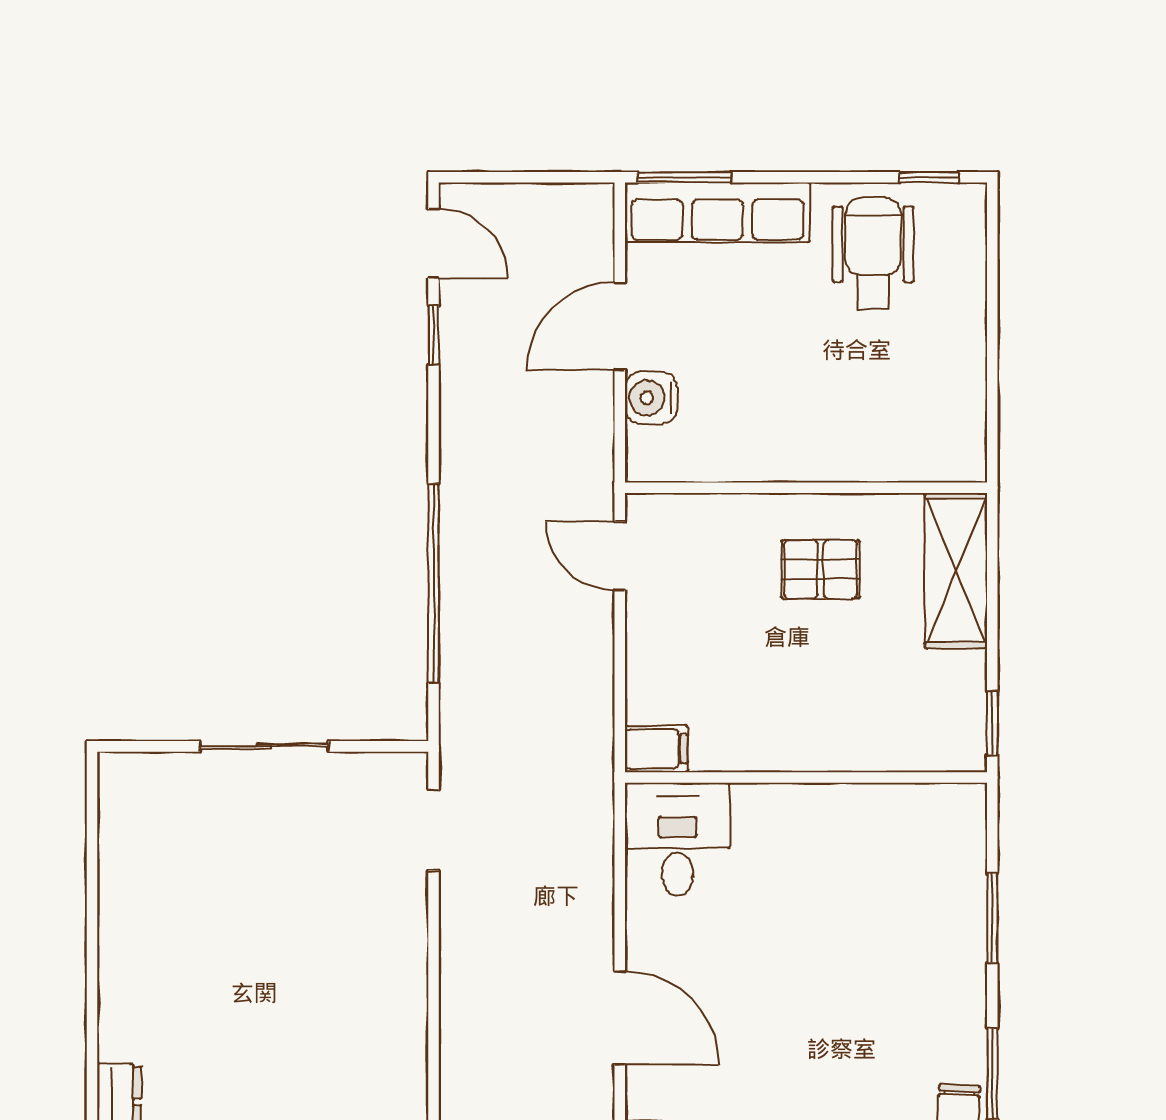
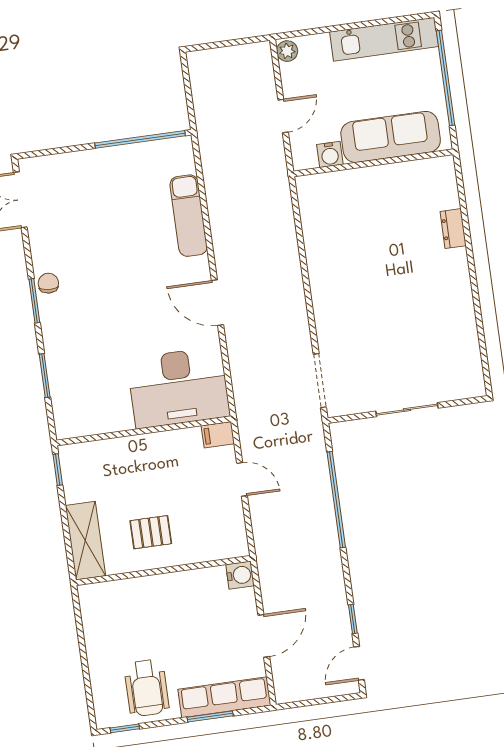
window: (684, 177) -> (210, 716), moved
door: (434, 243) -> (359, 663), hinge flipped
water cooler: (651, 398) -> (240, 575), moved
door: (620, 556) -> (242, 479), moved
doorway: (434, 830) -> (320, 381), width x1.38
desk: (677, 839) -> (178, 387), width x1.87, depth x1.30

